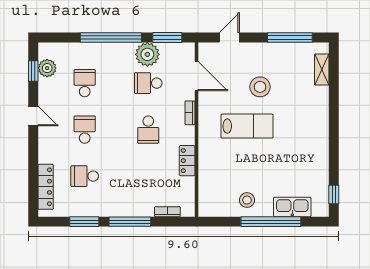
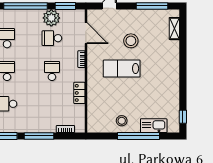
lab bench: (247, 126) -> (122, 68), turned 180
school desk: (148, 130) -> (52, 71), turned 180

